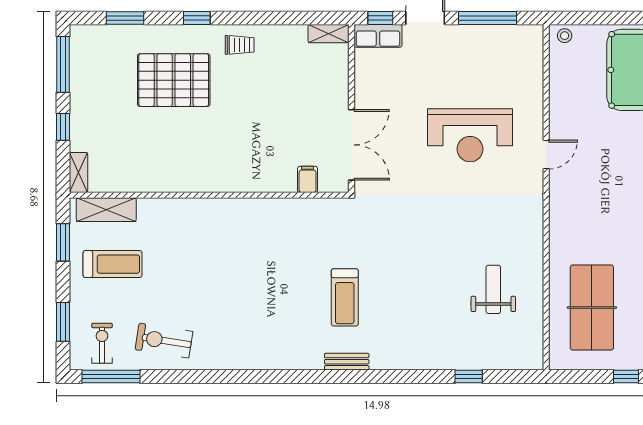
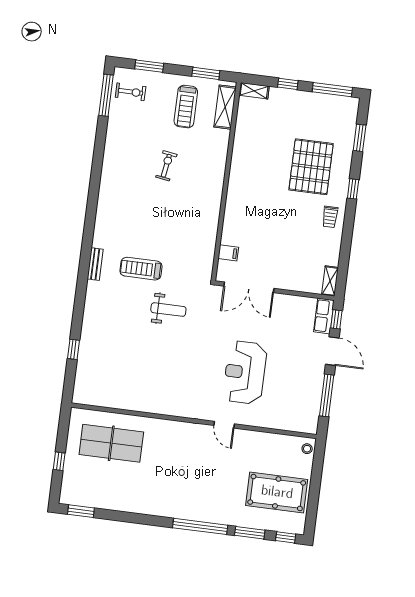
weight bench: (493, 289) -> (168, 310), moved
exercise bike: (164, 341) -> (166, 166), moved, width x0.73, depth x0.72

